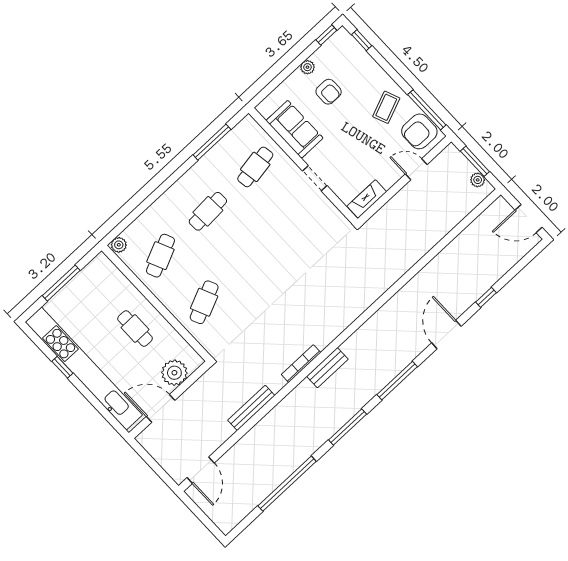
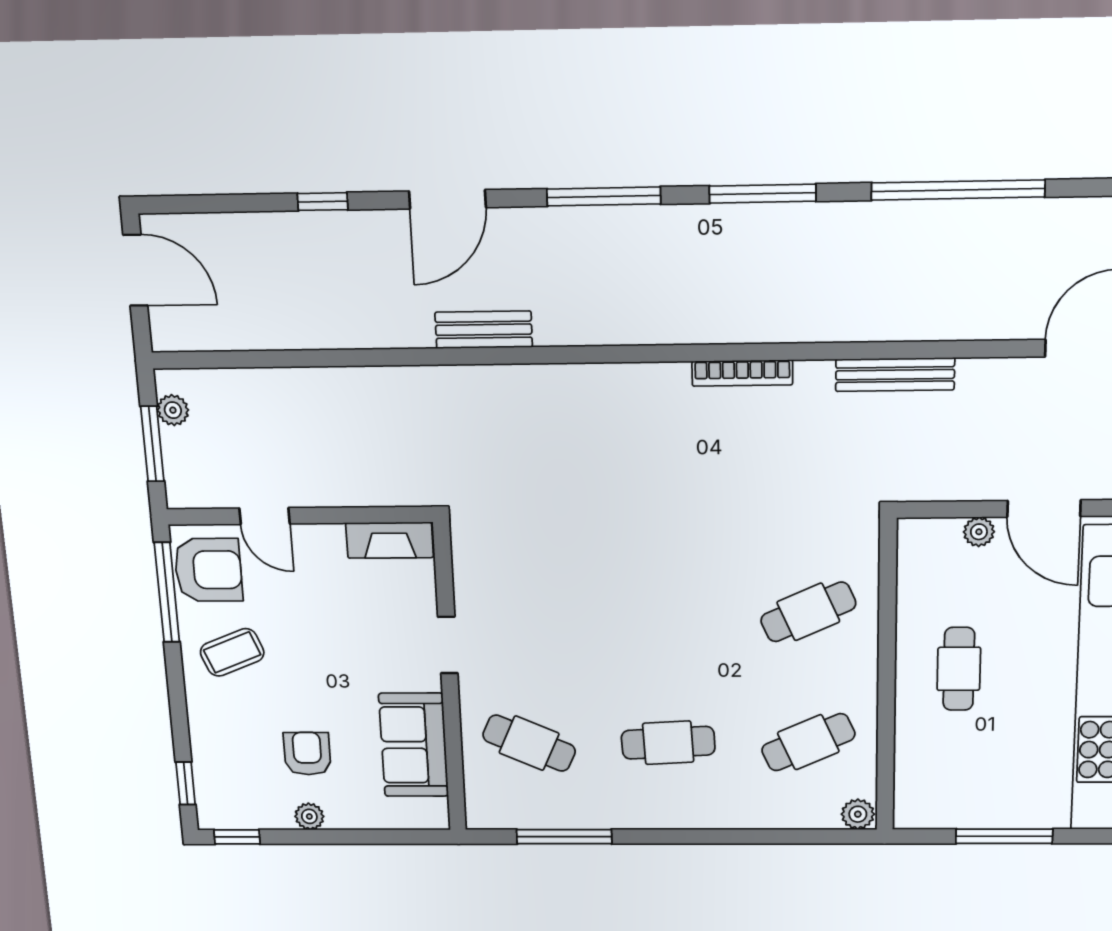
cafe table: (255, 167) -> (529, 743), turned 33
bench: (327, 368) -> (484, 330), moved
plant: (174, 373) -> (979, 532), width x0.53, depth x0.53

